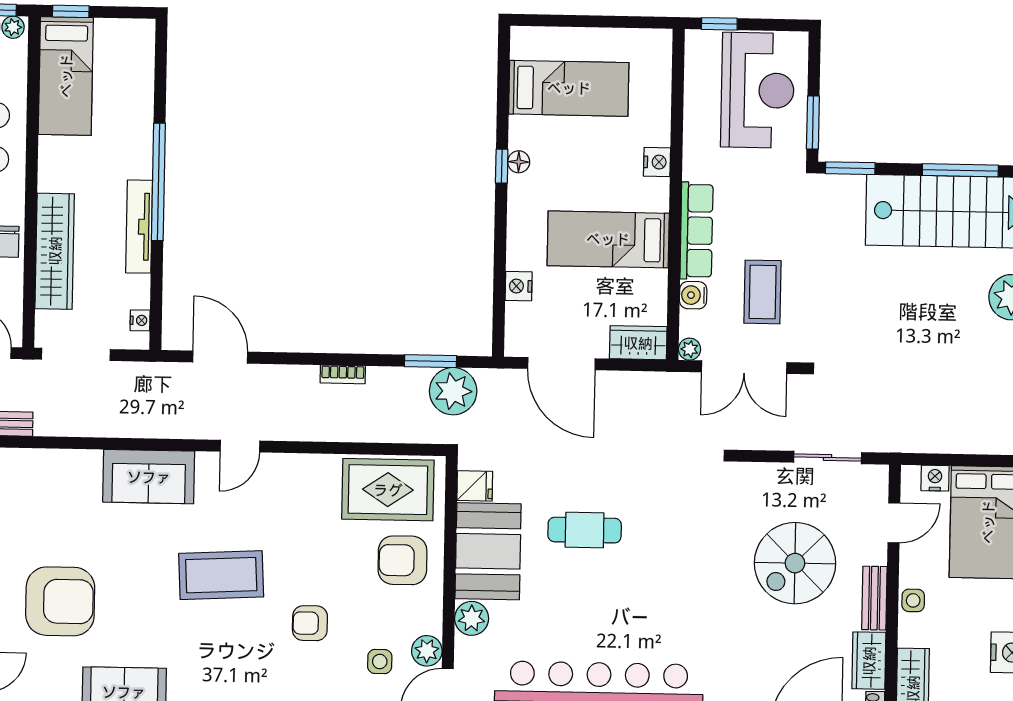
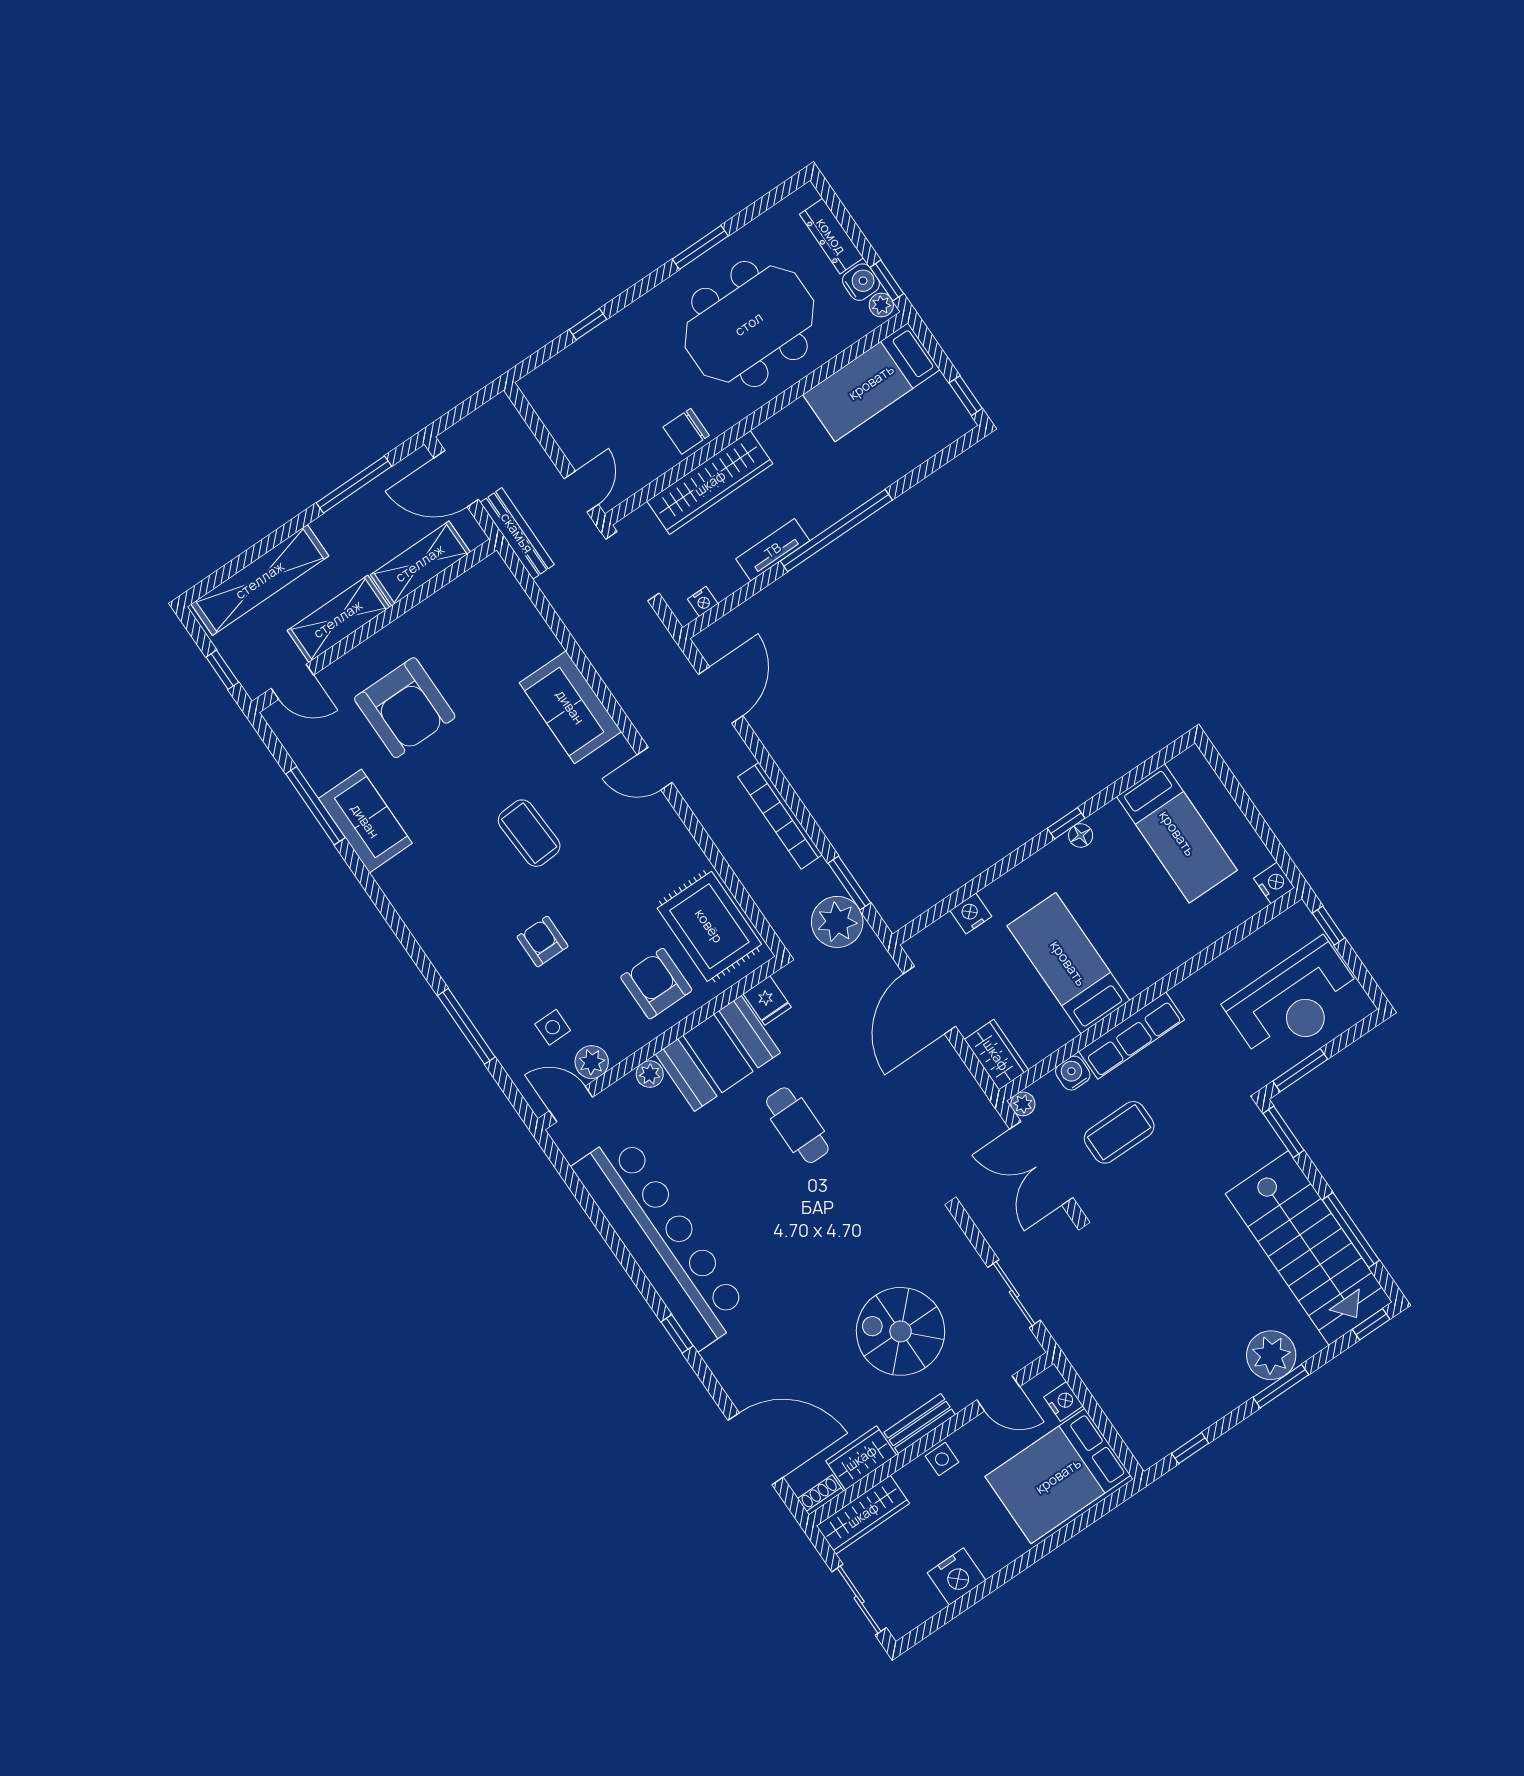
window: (71, 11) -> (966, 396), moved
nightstand: (657, 162) -> (1274, 883), moved, turned -90
tv unit: (139, 227) -> (773, 550), width x0.71
bookcase: (343, 374) -> (780, 816), width x2.31, depth x1.31
coffee table: (221, 575) -> (529, 833), width x0.73, depth x0.76
plant: (472, 618) -> (650, 1074), width x0.73, depth x0.73

